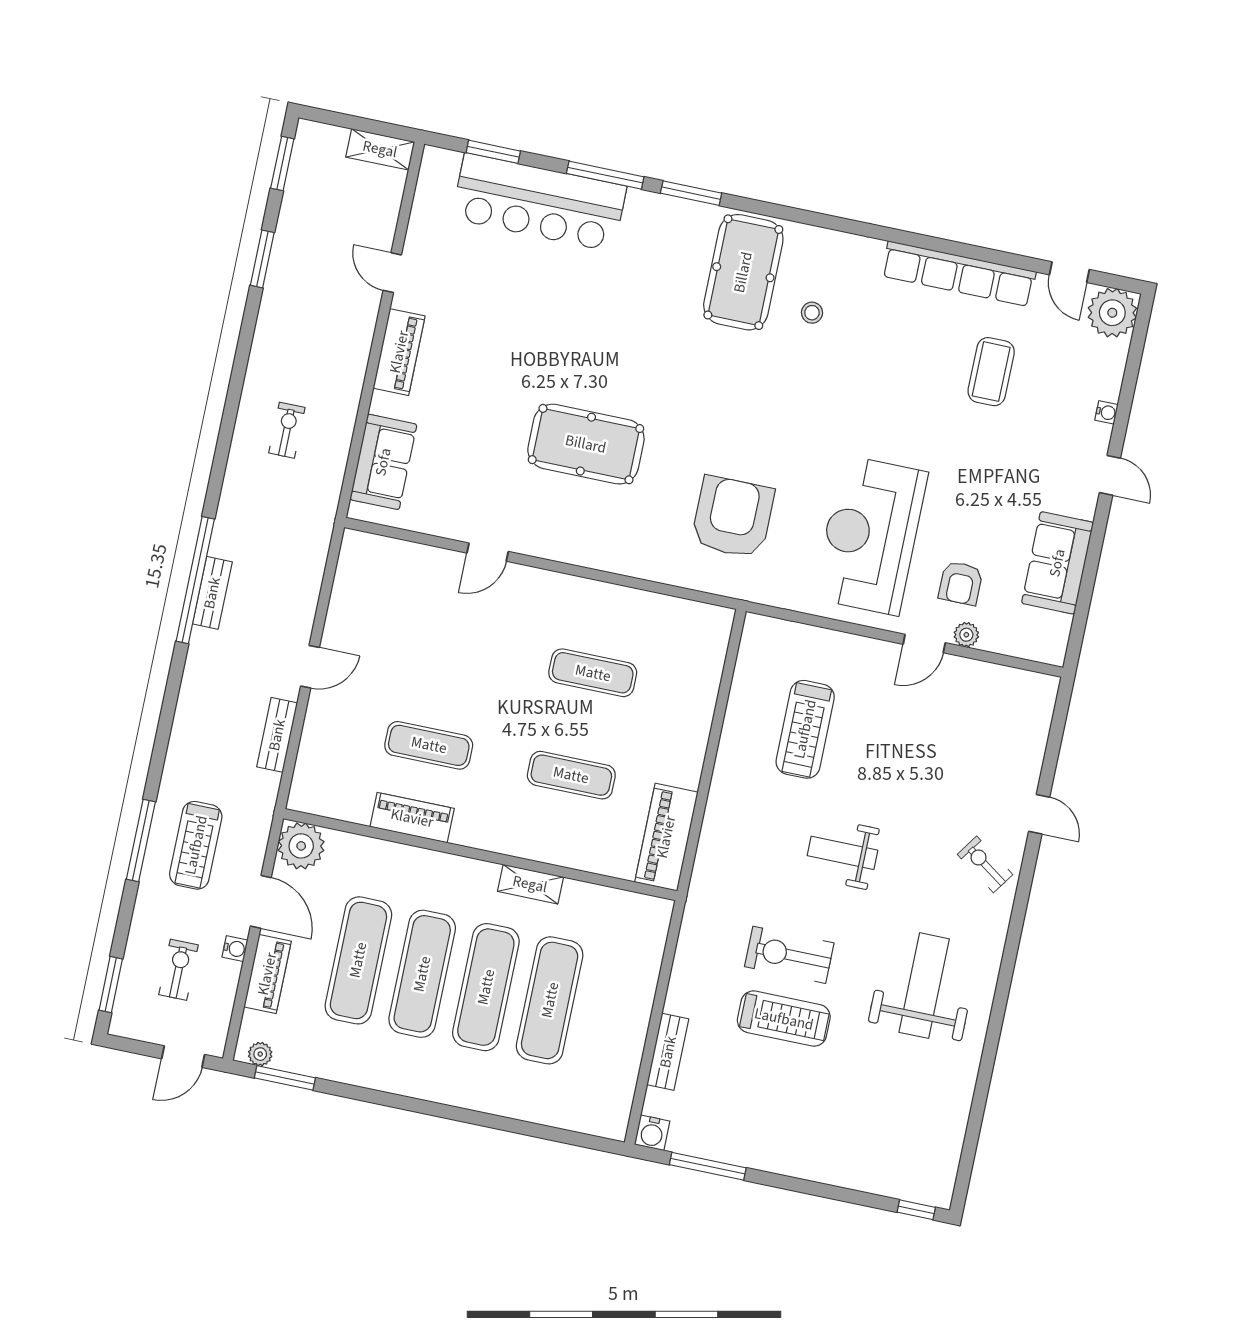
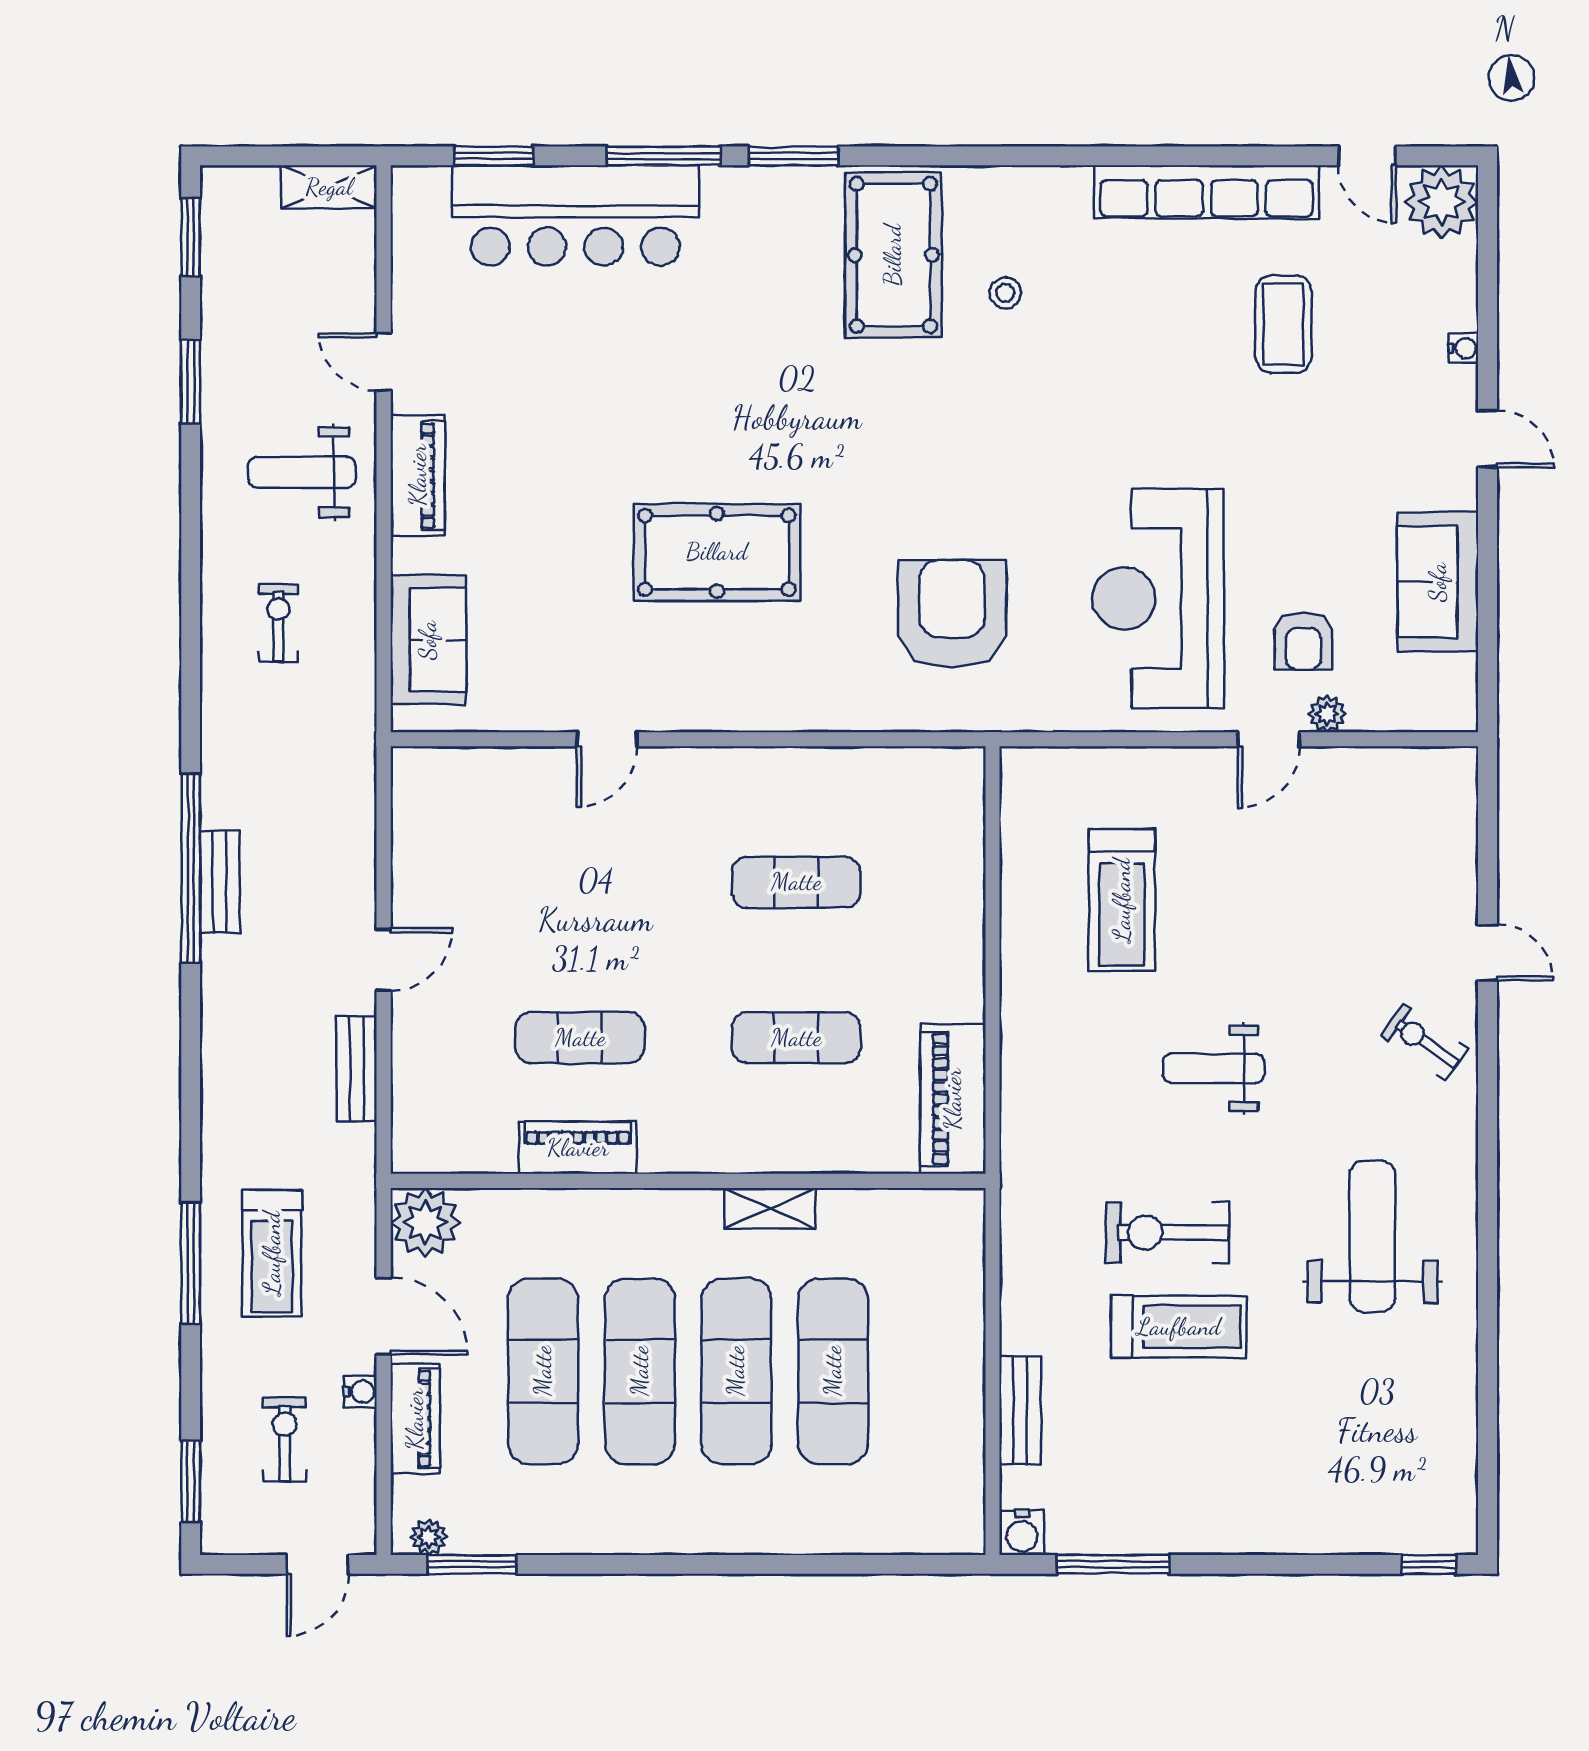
weight bench: (323, 334) -> (302, 472), added

